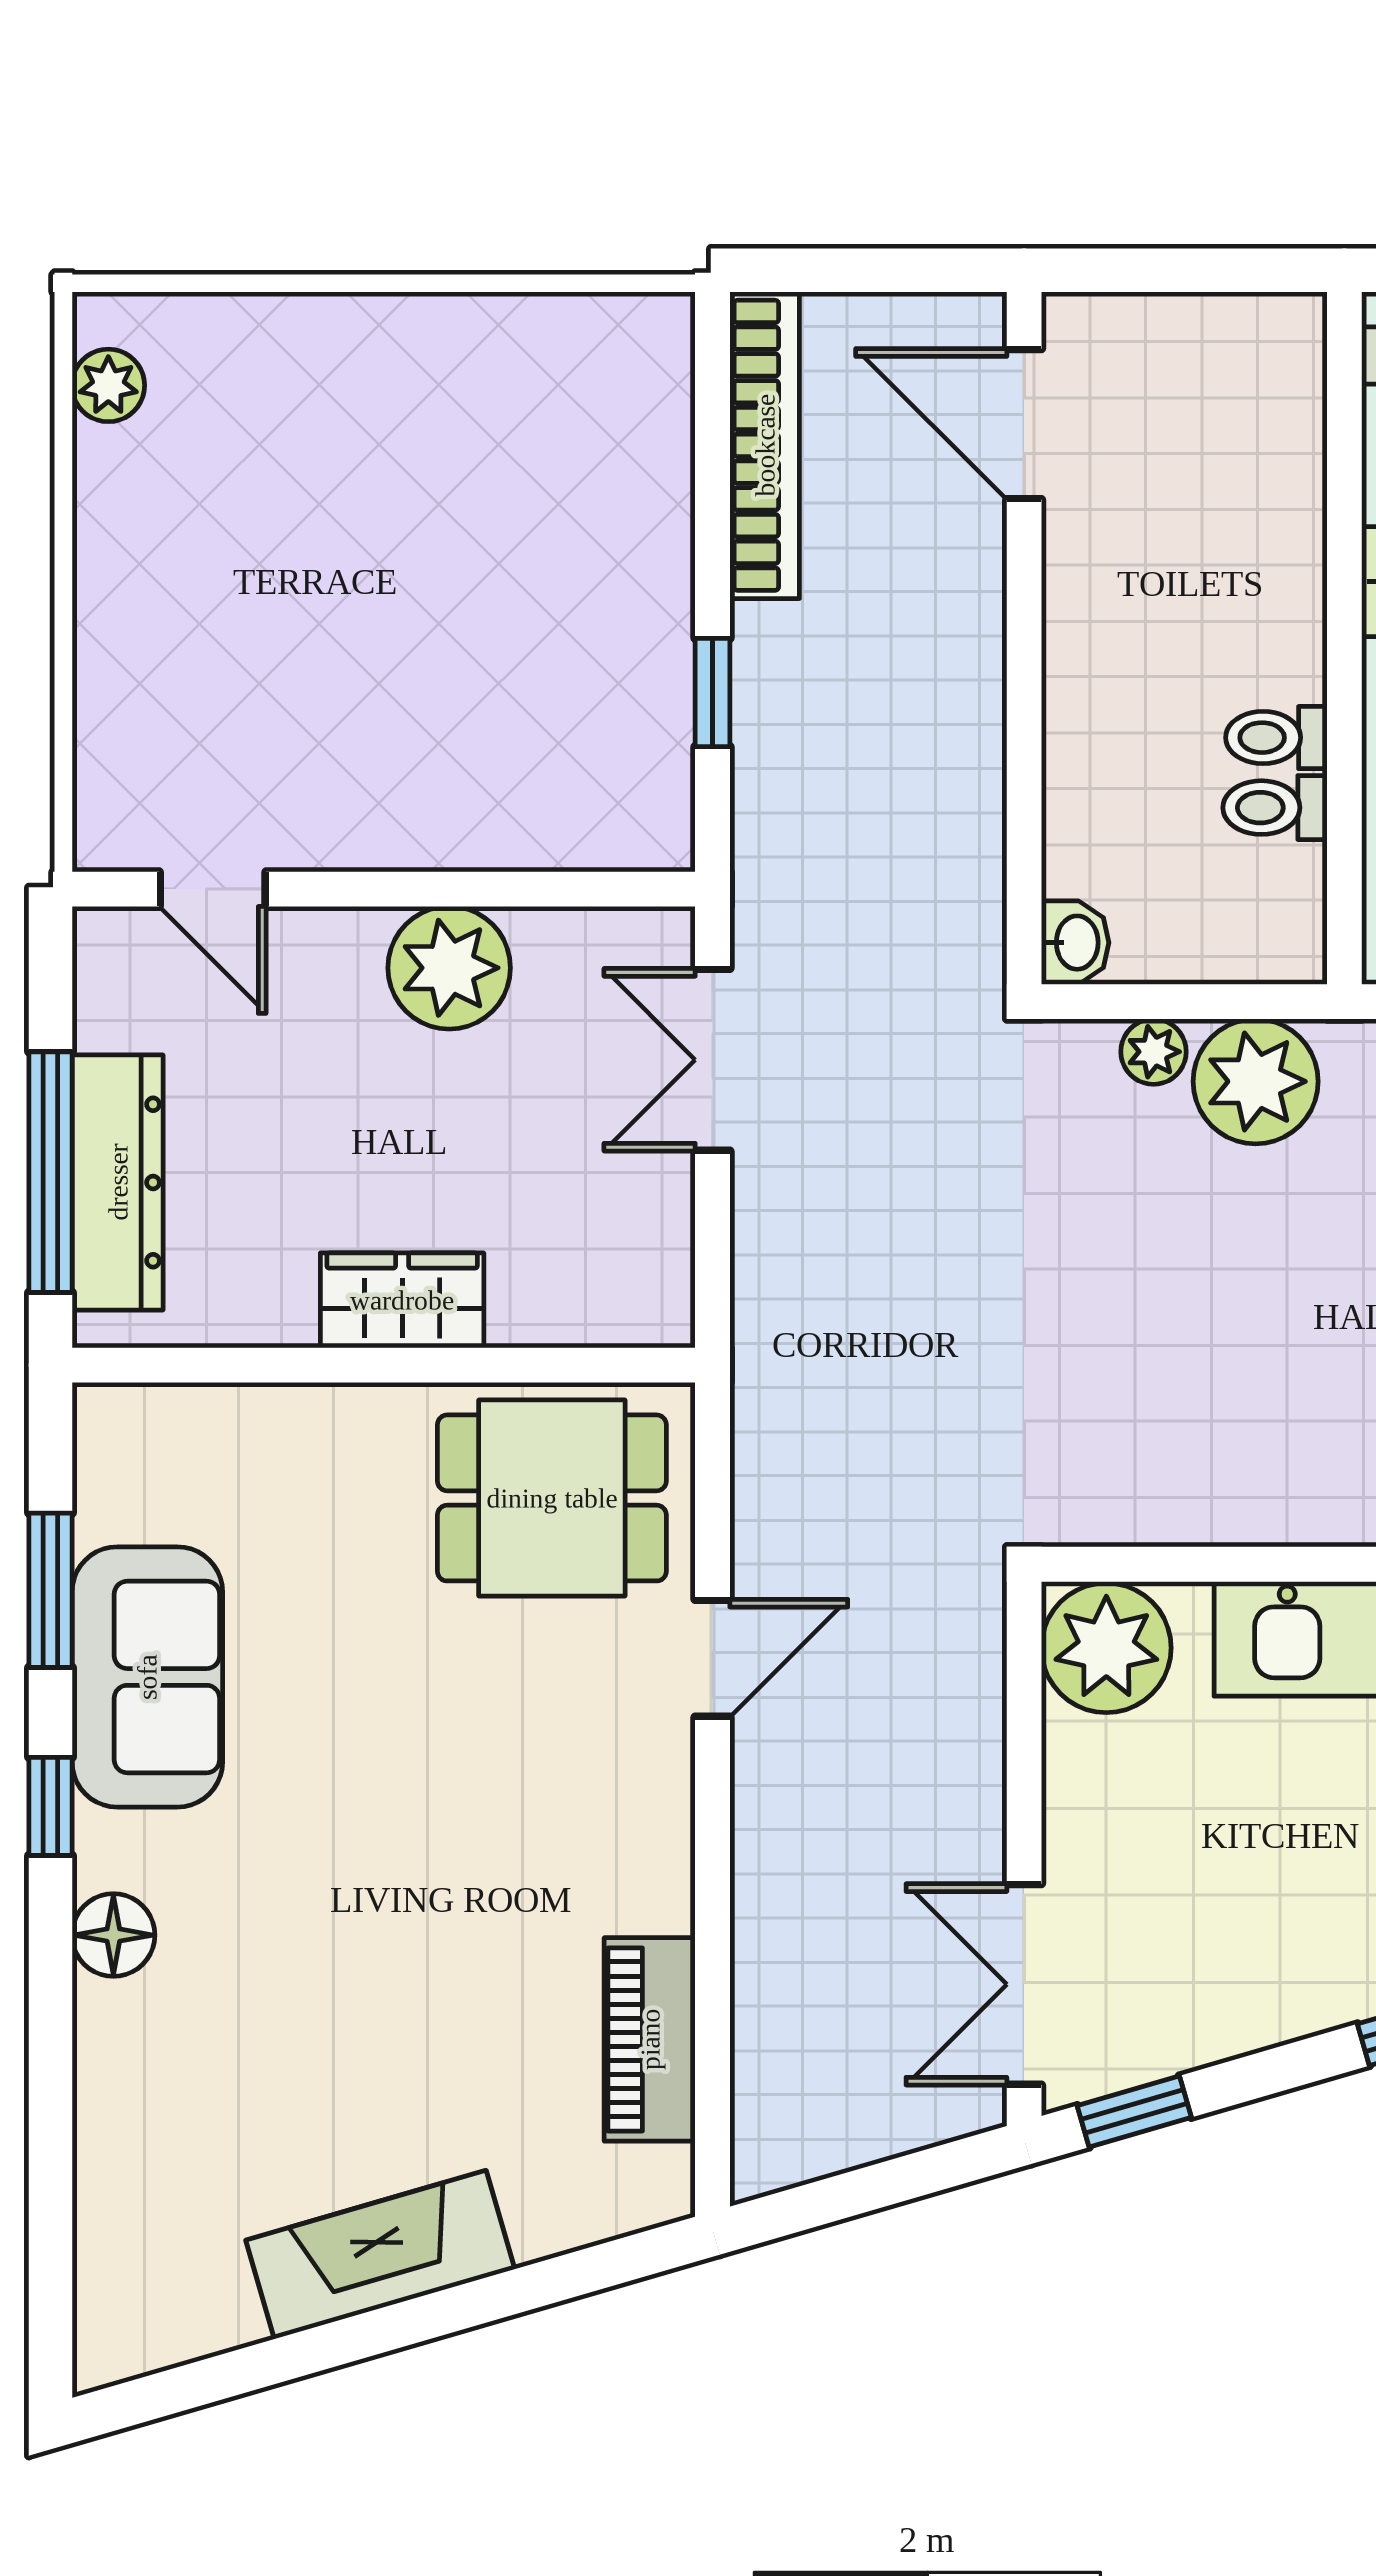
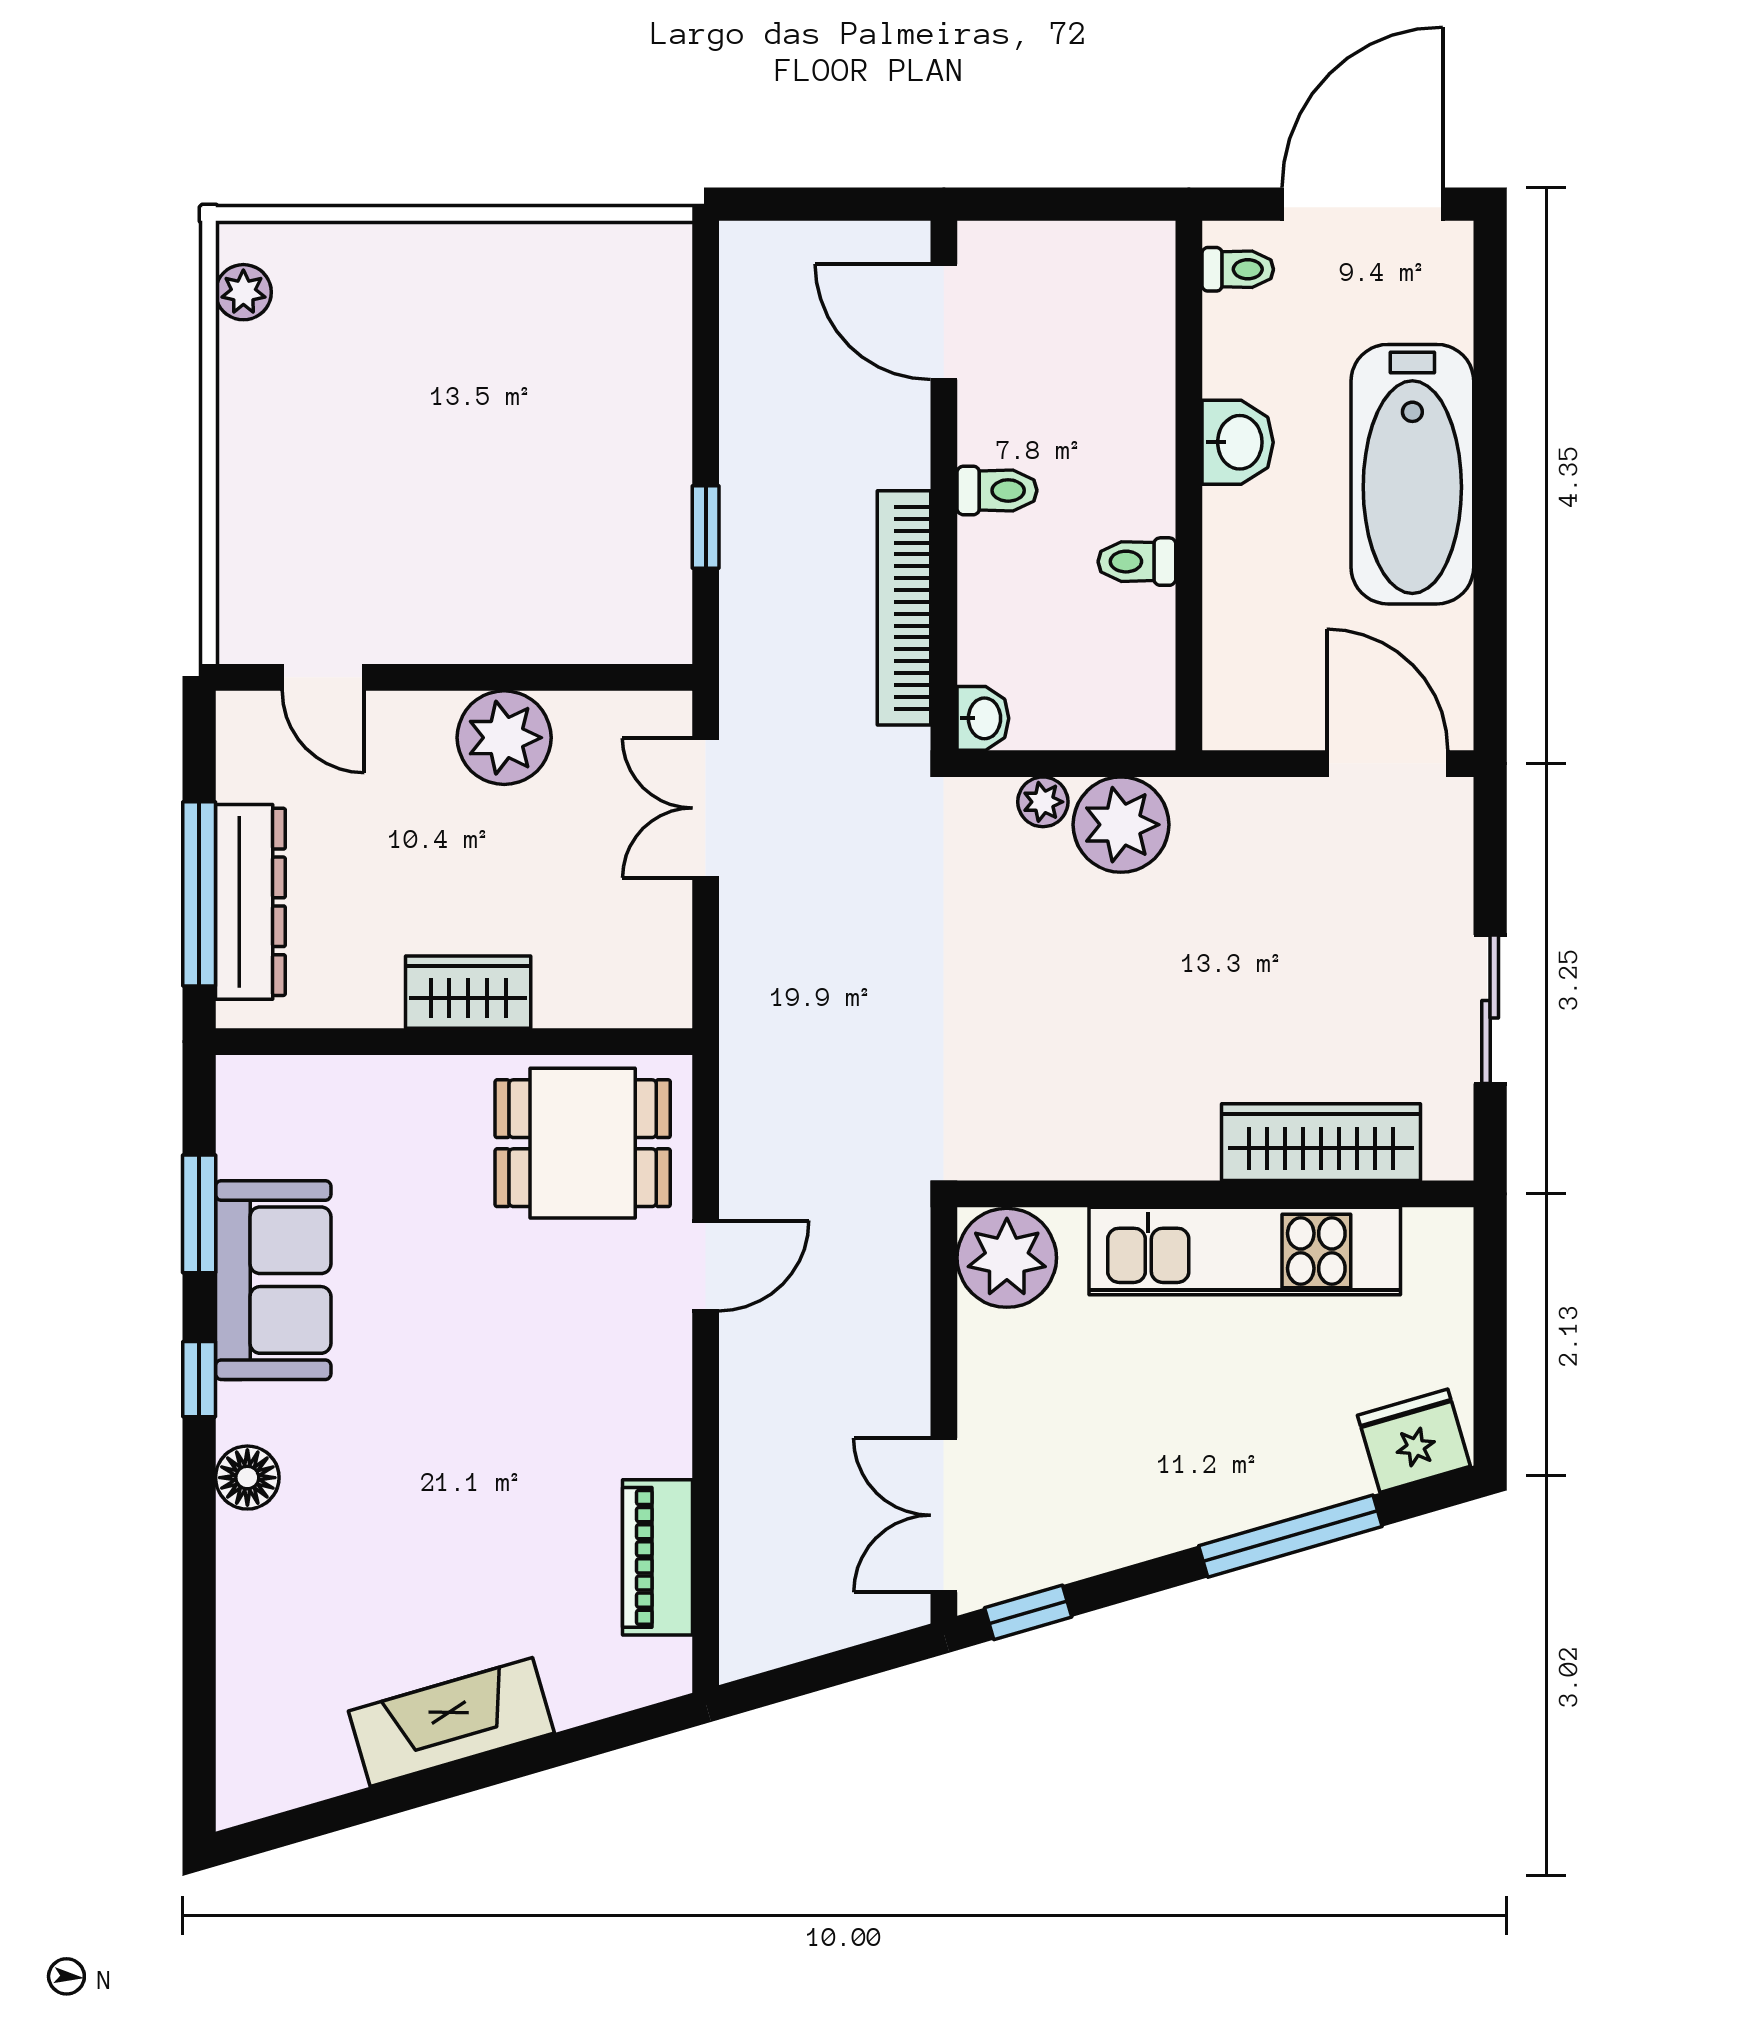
bookcase: (765, 445) -> (904, 608), moved, turned 180
toilet: (1275, 808) -> (997, 490), moved, turned 180

